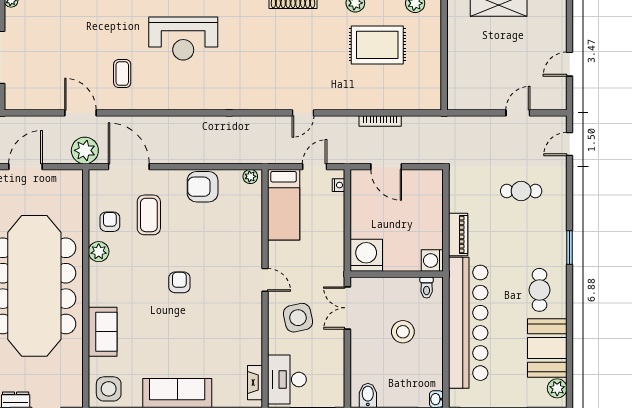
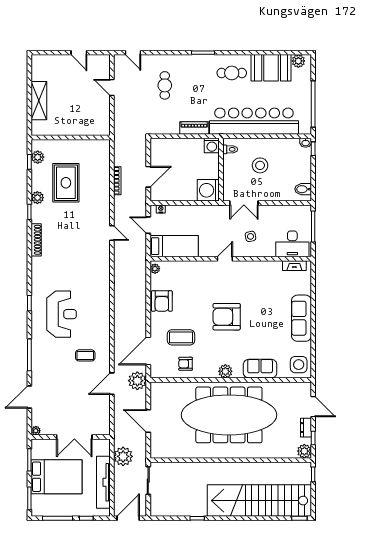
plant: (99, 252) -> (225, 371), moved
armchair: (179, 282) -> (227, 317), width x1.88, depth x1.88
side table: (298, 318) -> (250, 236), width x0.54, depth x0.54

